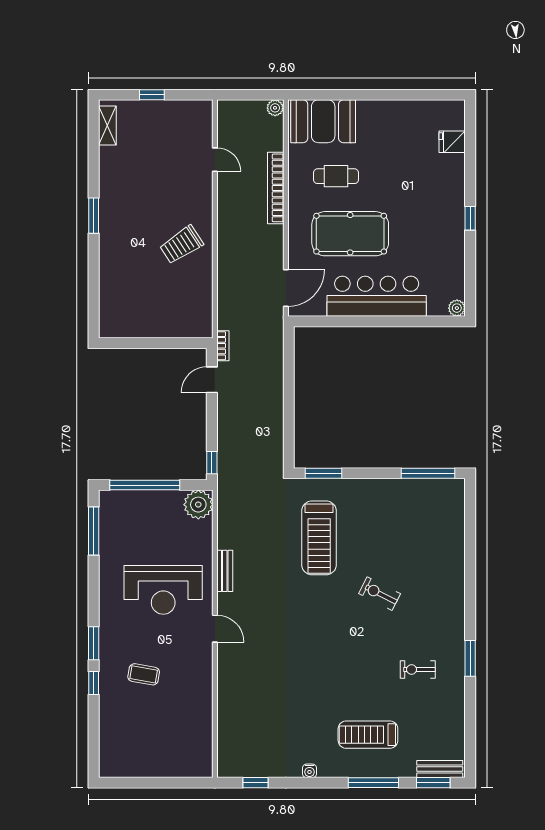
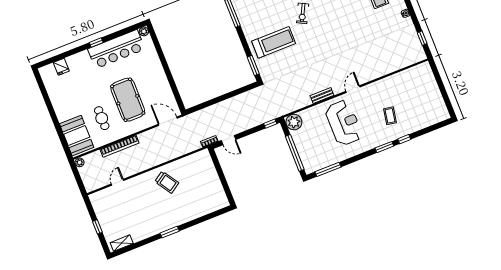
bar counter: (377, 296) -> (116, 49), moved, turned -90
treadmill: (319, 538) -> (274, 42), moved

